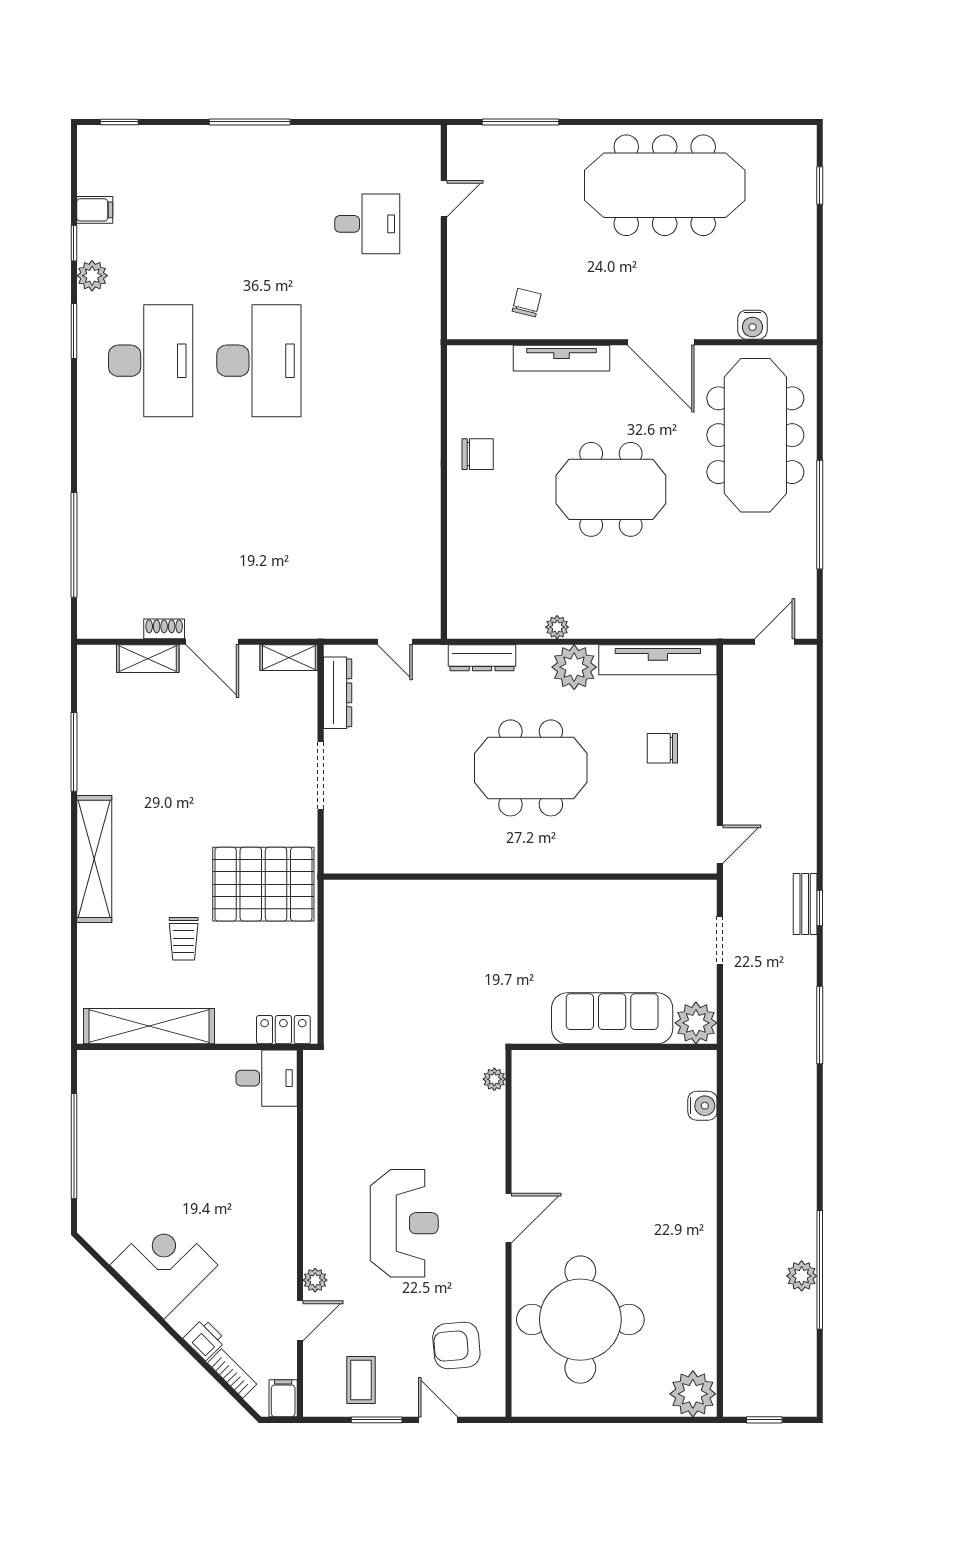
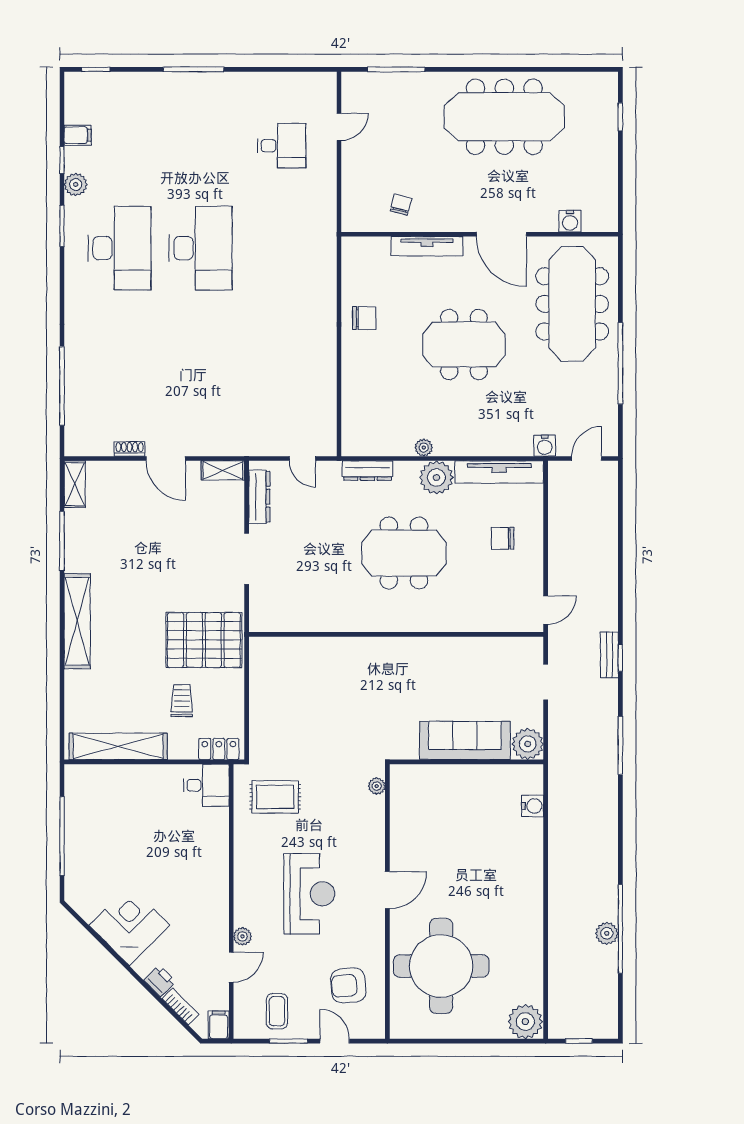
water cooler: (719, 625) -> (545, 446), added
shelving: (148, 659) -> (75, 484), moved, turned 90
trolley: (184, 939) -> (182, 701), moved, turned 180
rug: (359, 1094) -> (275, 797), added

